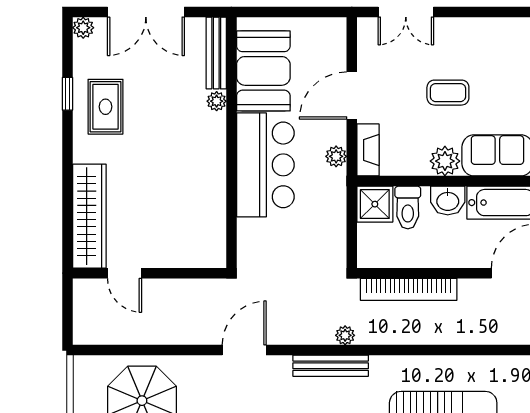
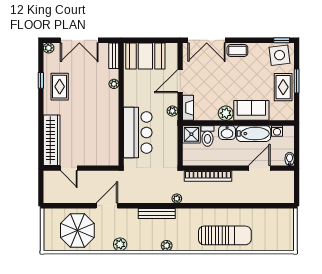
double door: (406, 12) -> (207, 40), width x1.37
bench: (216, 53) -> (114, 56), width x0.73
booth: (263, 71) -> (145, 56), moved, turned 90
coffee table: (448, 93) -> (237, 50), moved
bar counter: (265, 165) -> (138, 133), moved
door: (244, 350) -> (107, 206), moved
bench: (331, 366) -> (157, 213), moved

